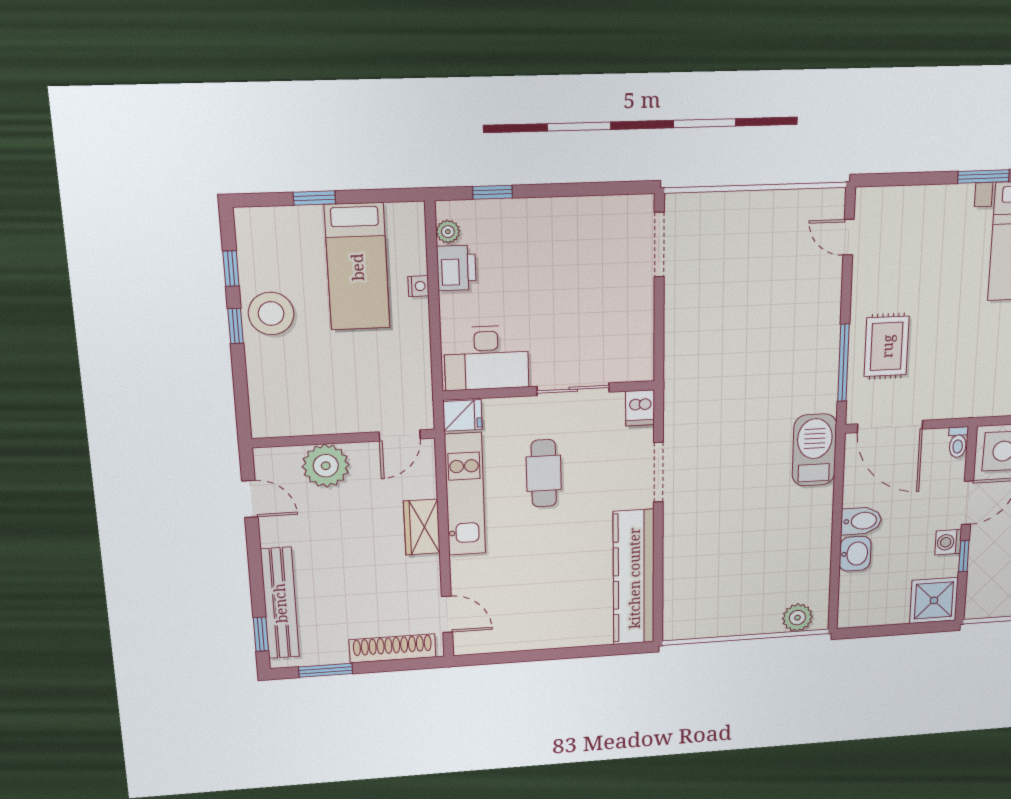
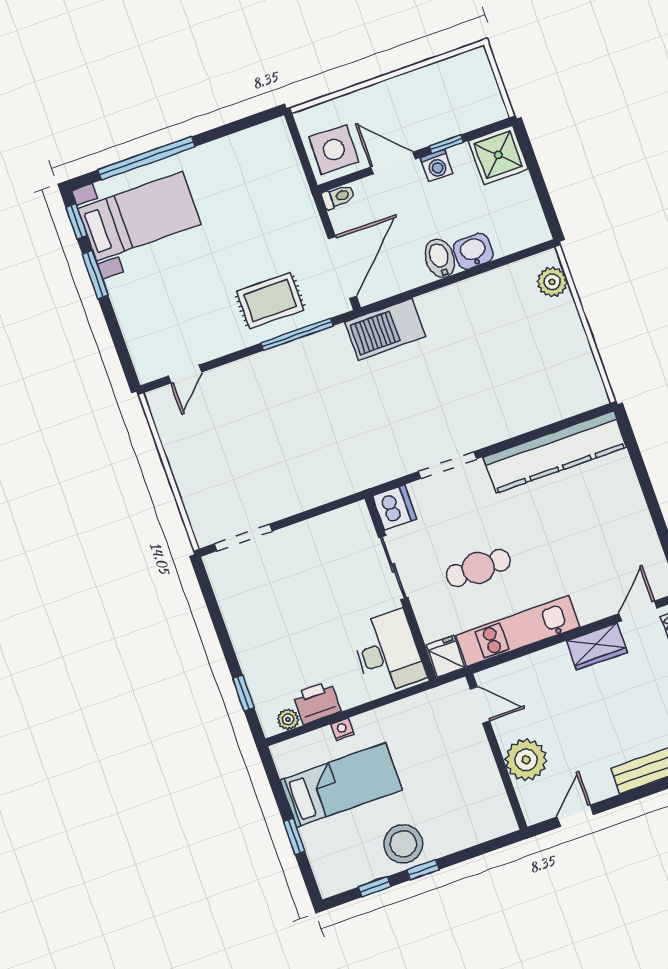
dishwasher: (640, 408) -> (394, 508), width x1.38
wardrobe: (422, 527) -> (597, 646), moved

